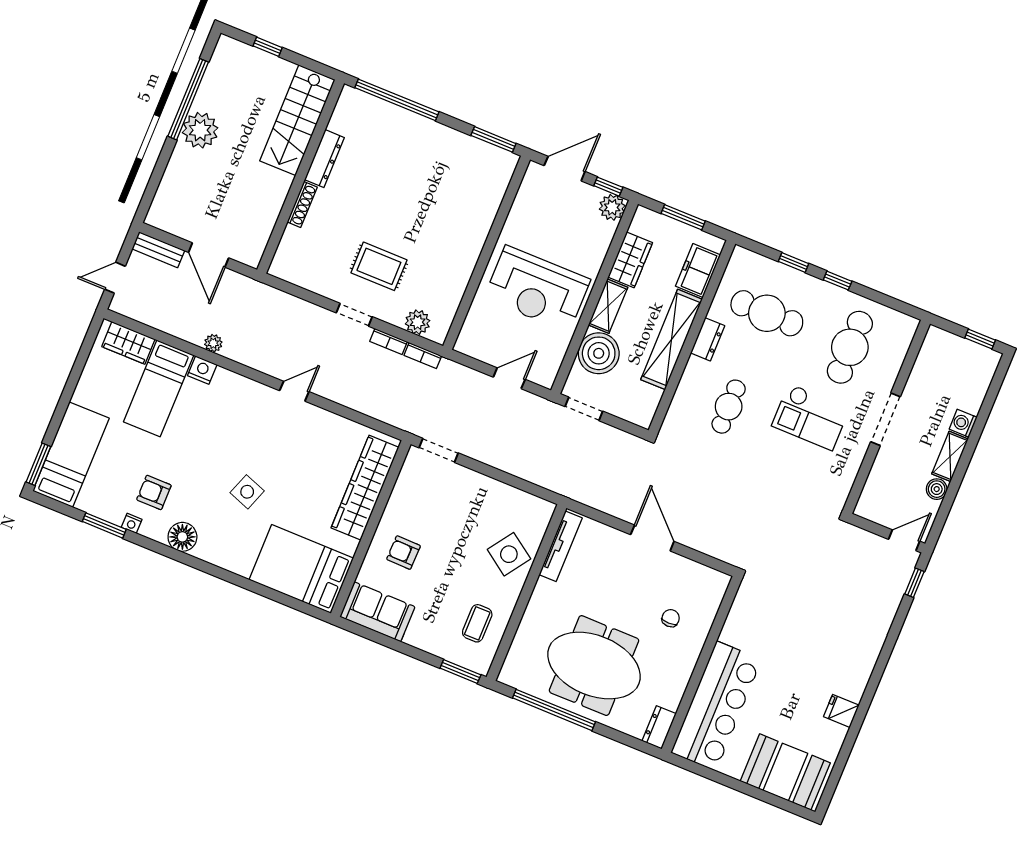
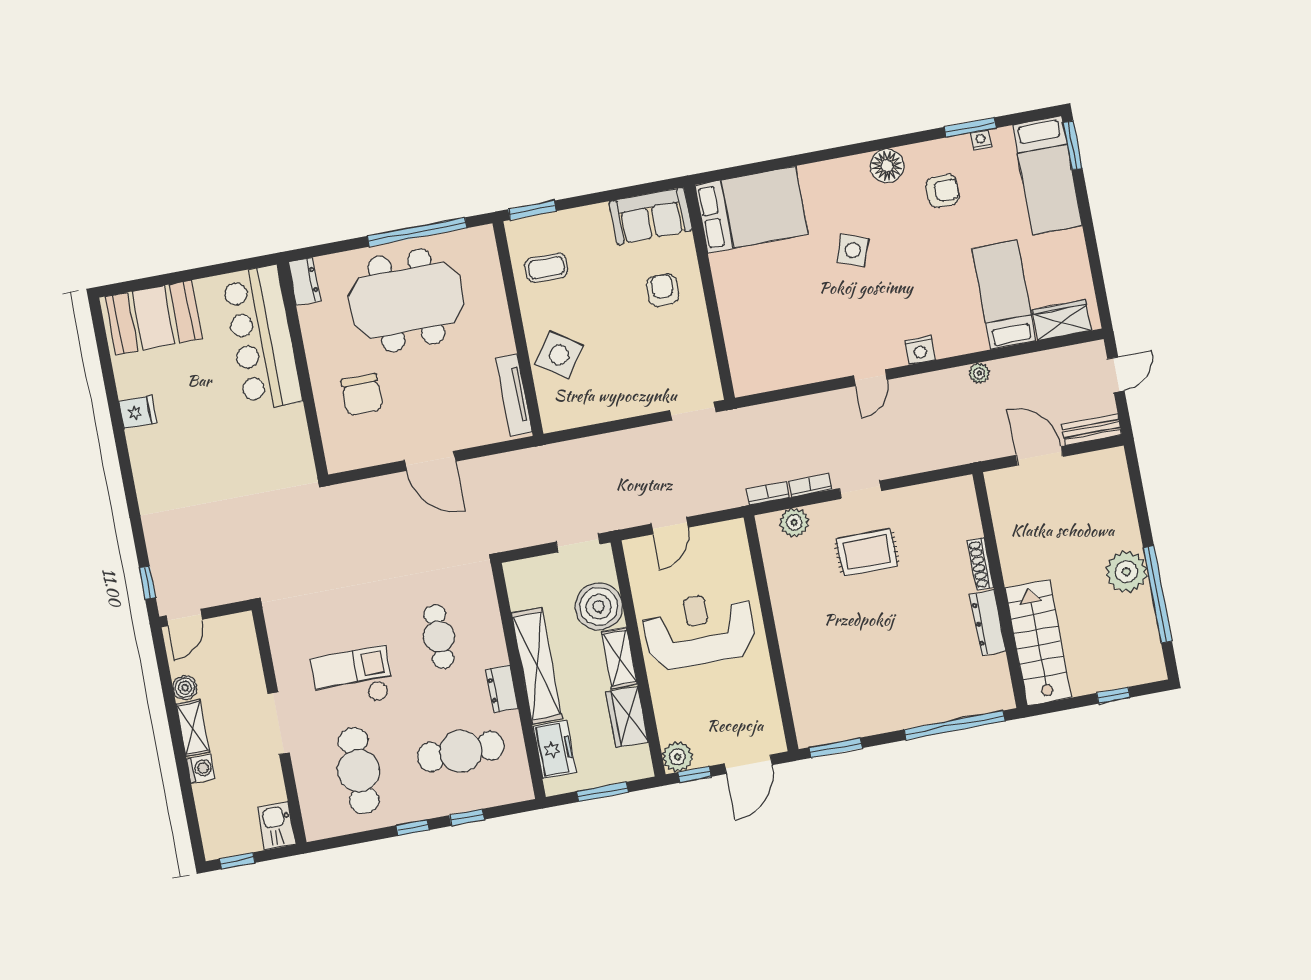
kitchen sink: (935, 346) -> (276, 826), added
nightstand: (202, 370) -> (920, 350), moved
wardrobe: (365, 488) -> (741, 329), removed
nightstand: (132, 523) -> (981, 140), moved
armchair: (404, 553) -> (663, 290), turned -91
chair: (671, 618) -> (362, 395), width x1.87, depth x1.87
coffee table: (477, 623) -> (546, 268), turned 90

